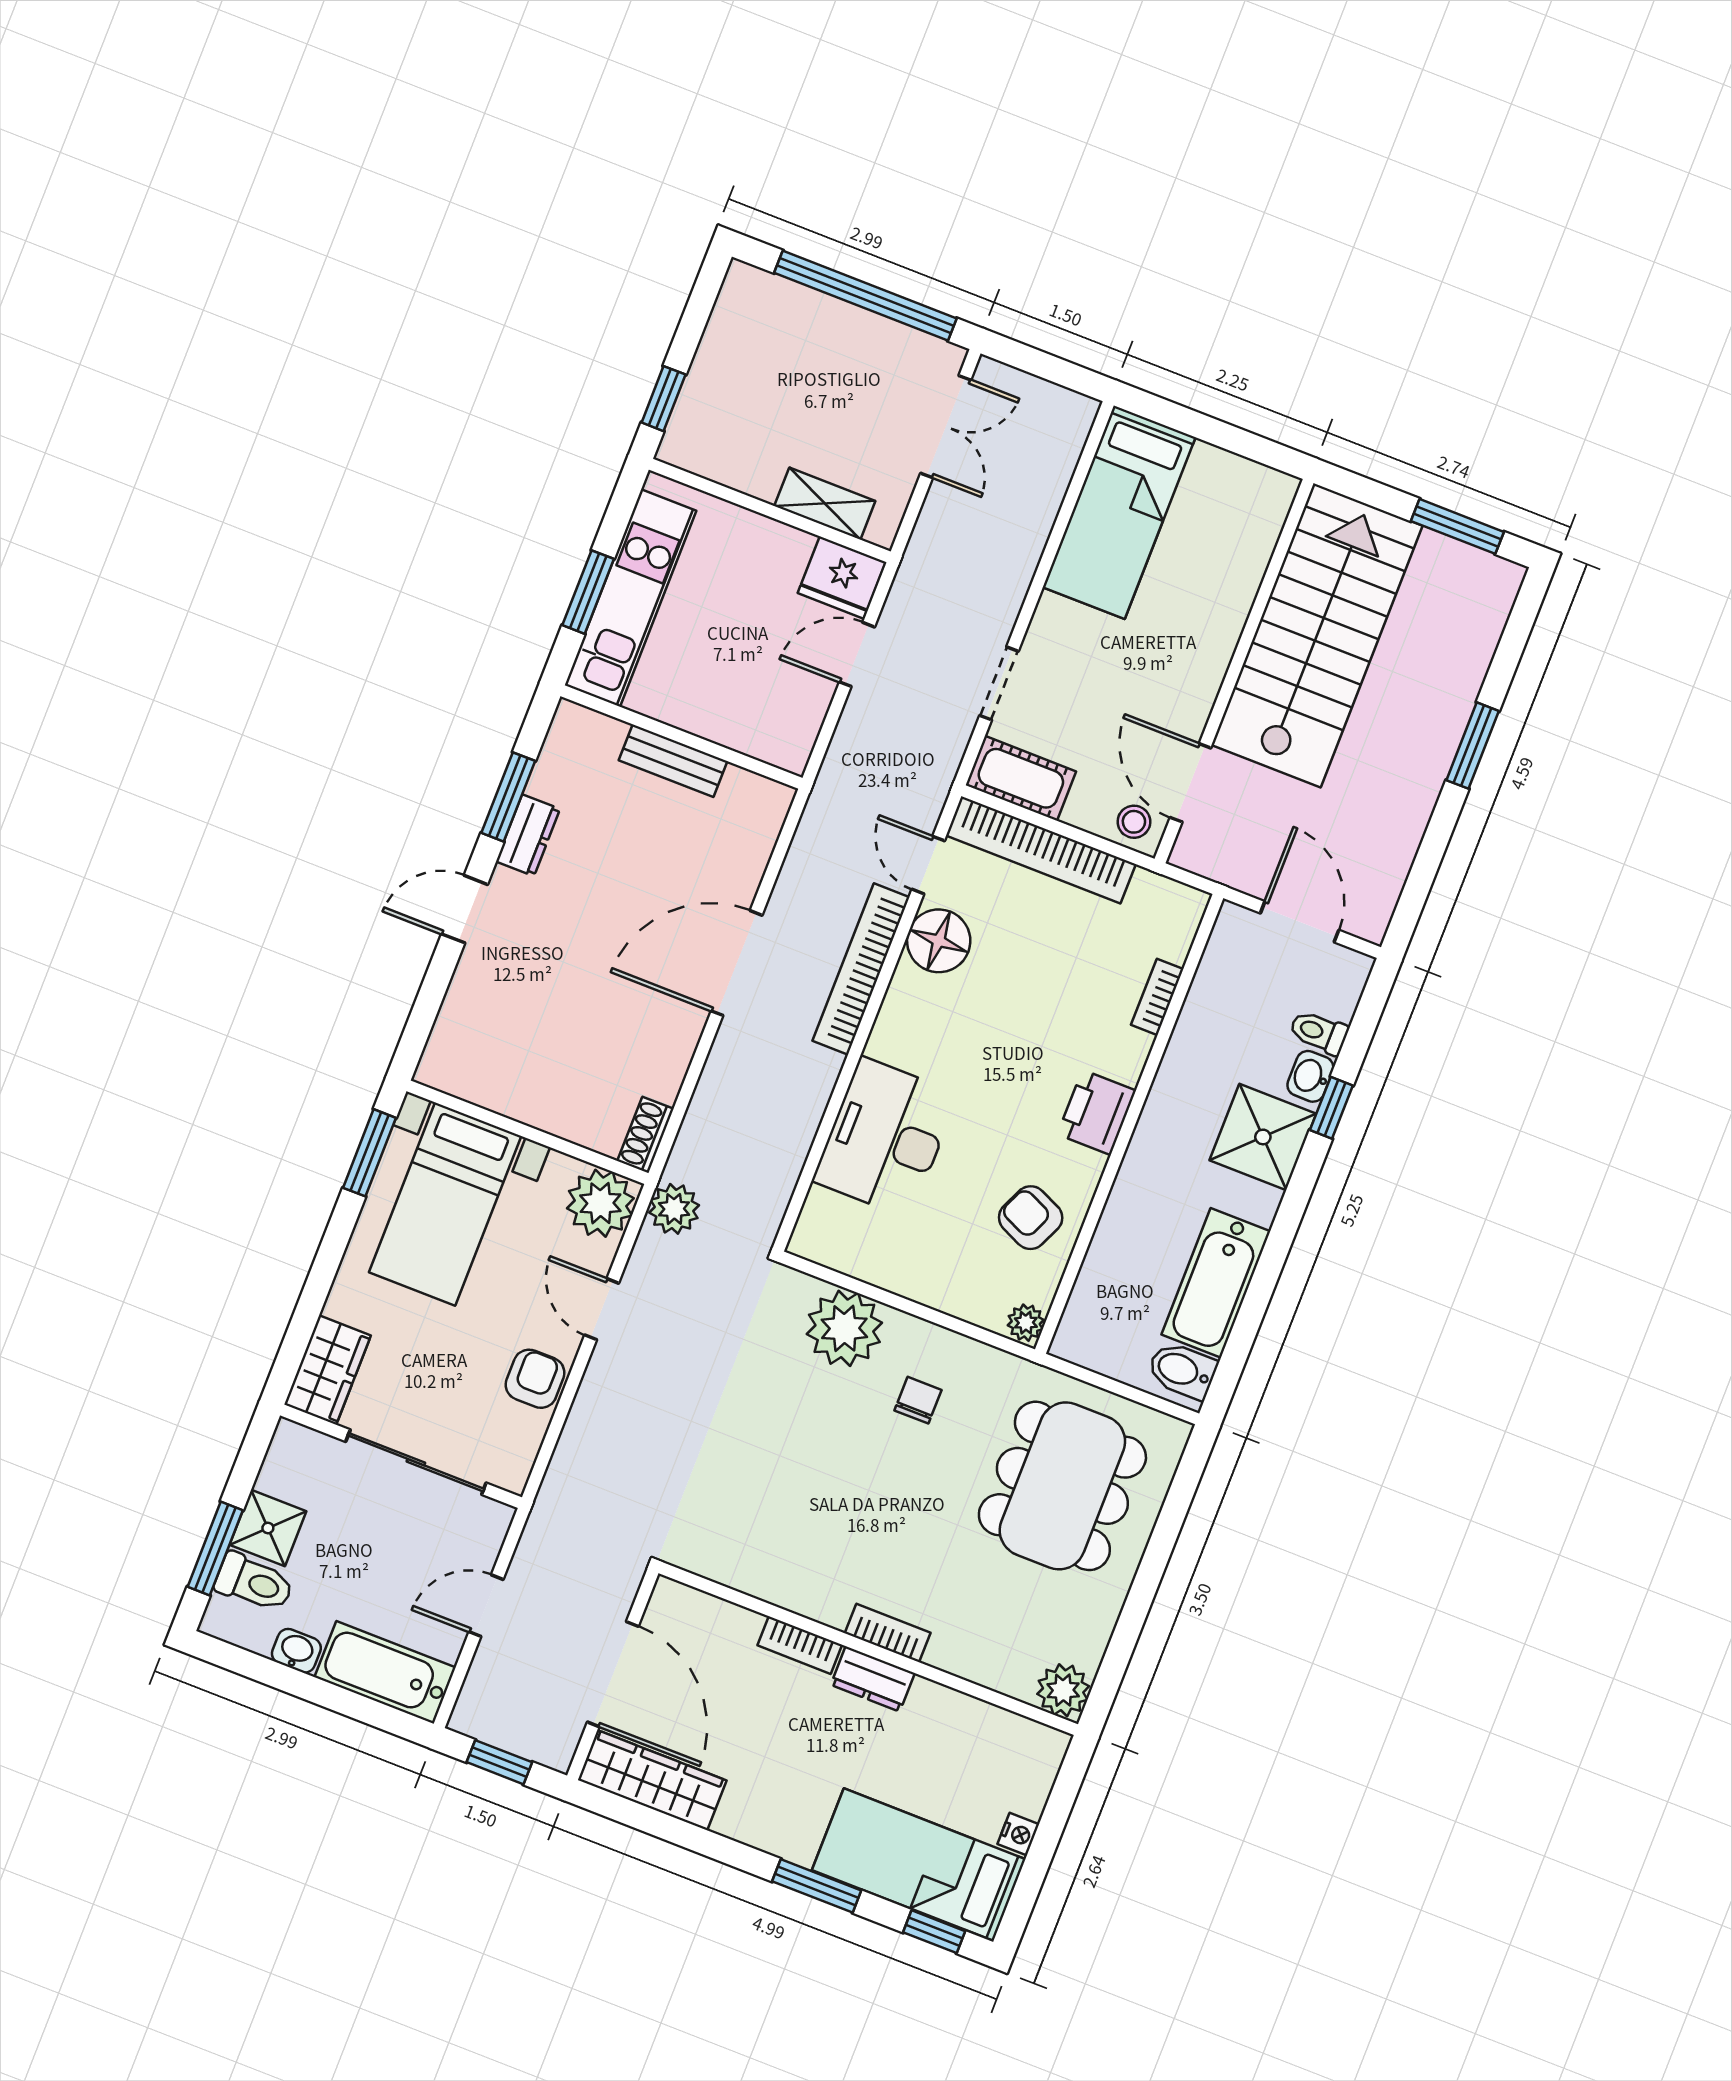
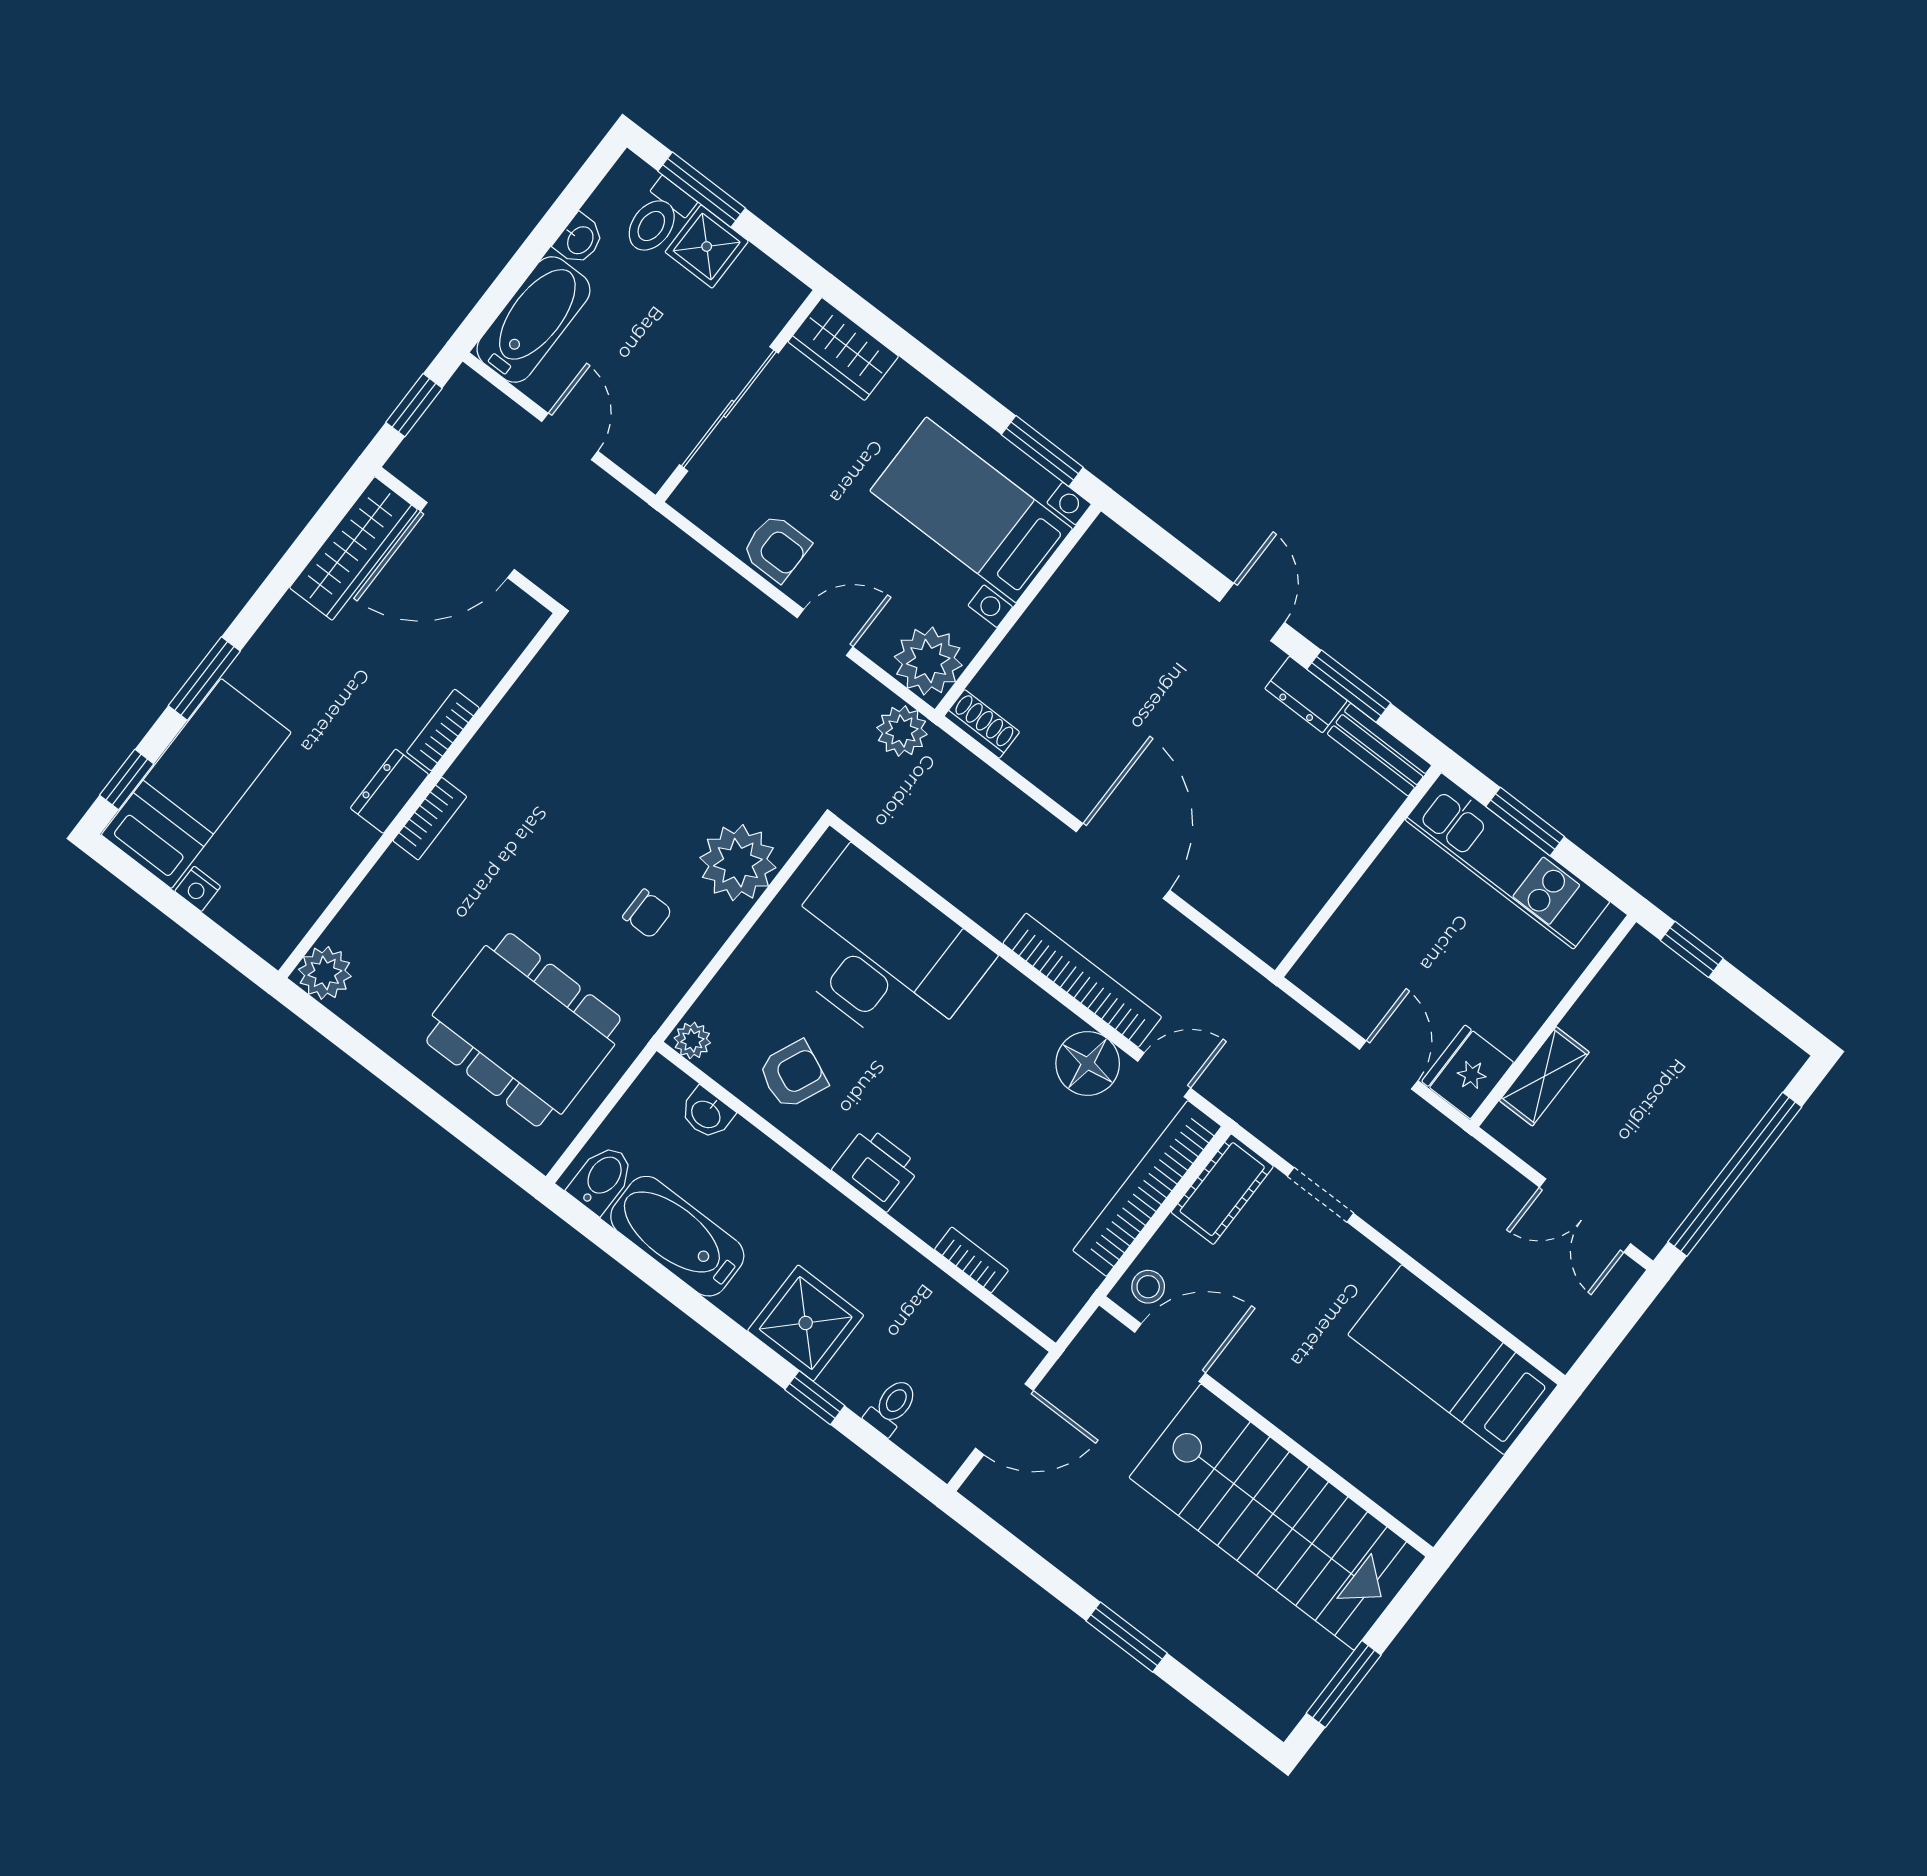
bench: (673, 761) -> (1379, 750), moved, turned 90
washbasin: (1310, 1076) -> (706, 1114), moved, turned 180
desk: (885, 1137) -> (882, 954), width x1.36, depth x1.30

